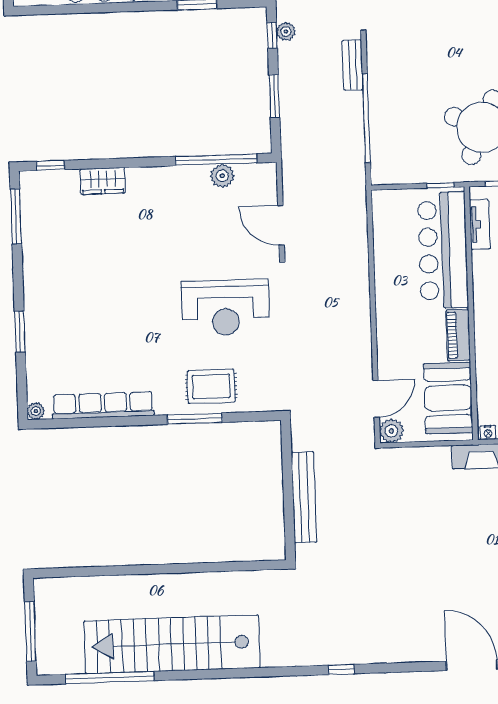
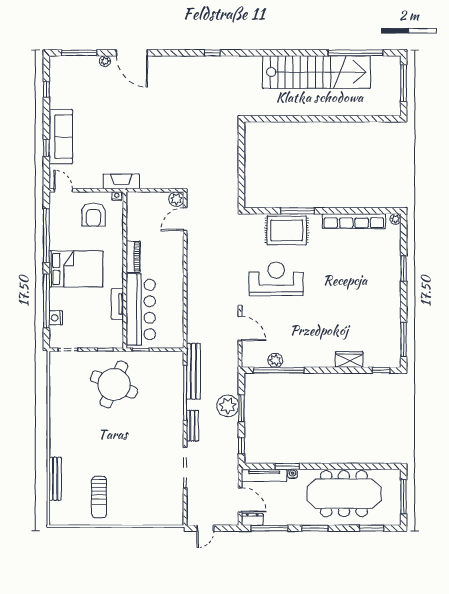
plant: (286, 32) -> (228, 406), moved, width x1.87, depth x1.87
tv unit: (480, 225) -> (117, 304), moved
rug: (211, 386) -> (287, 230), width x1.36, depth x1.43
booth: (448, 398) -> (141, 218), removed
bench: (304, 497) -> (193, 371), moved

